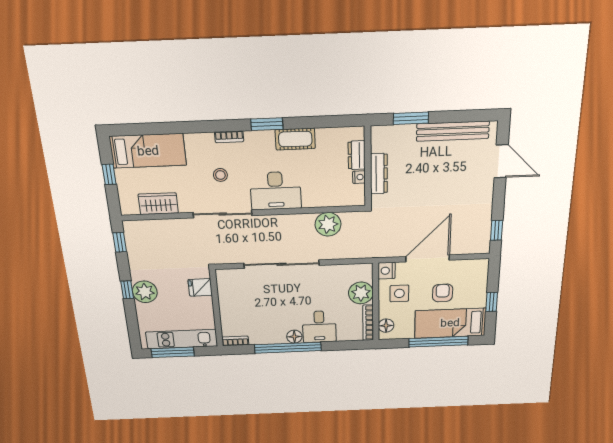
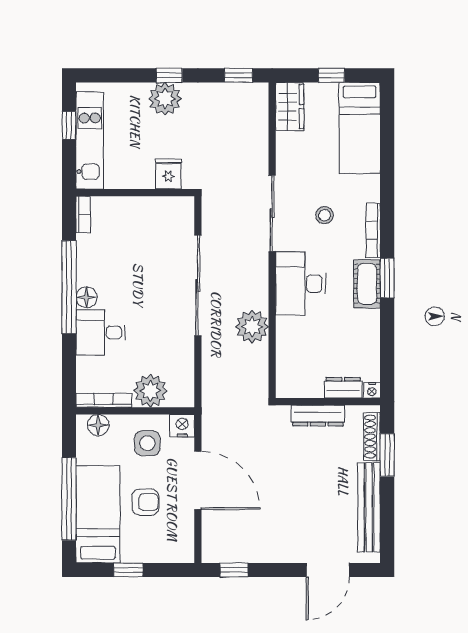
shoe rack: (396, 131) -> (372, 437), added
bookcase: (229, 137) -> (373, 230), width x1.56
cot: (295, 139) -> (367, 284), moved
nightstand: (359, 177) -> (372, 390), moved
wardrobe: (158, 204) -> (290, 107), moved
plant: (328, 224) -> (252, 327), moved
window: (173, 352) -> (69, 125), width x0.46

